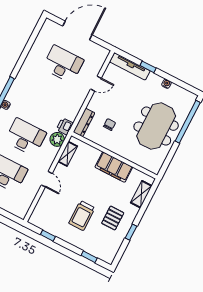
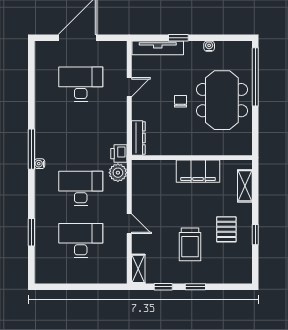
chair: (110, 125) -> (180, 101), moved
shelving: (68, 154) -> (138, 269), moved
window: (89, 257) -> (195, 287), moved

